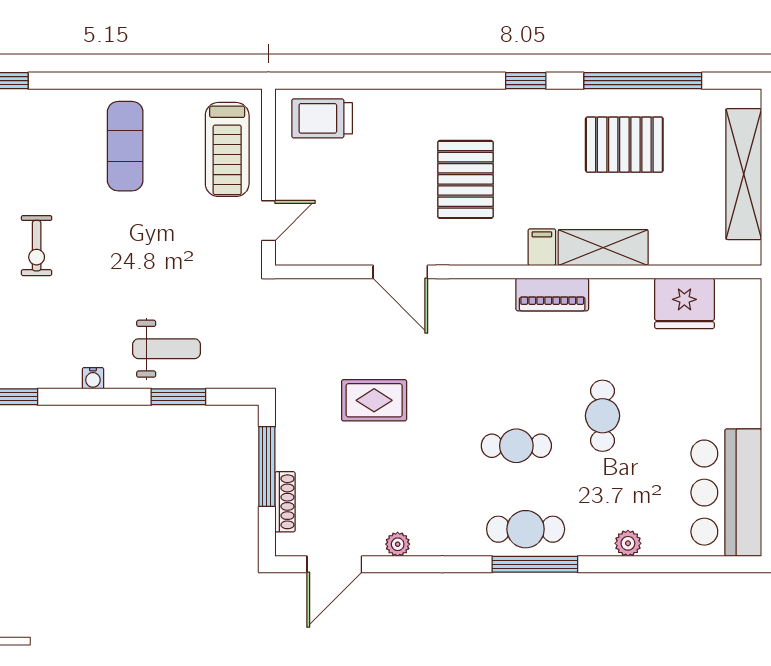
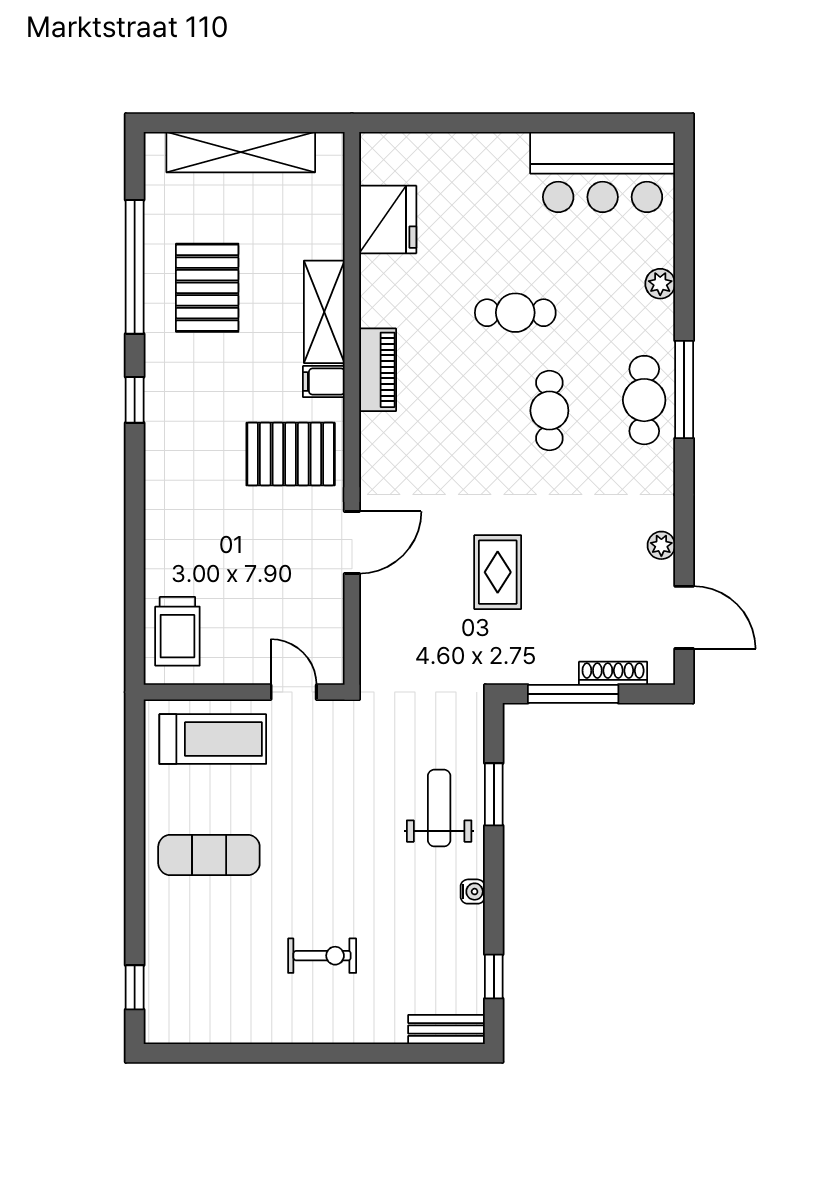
pallet: (465, 179) -> (291, 454), moved

